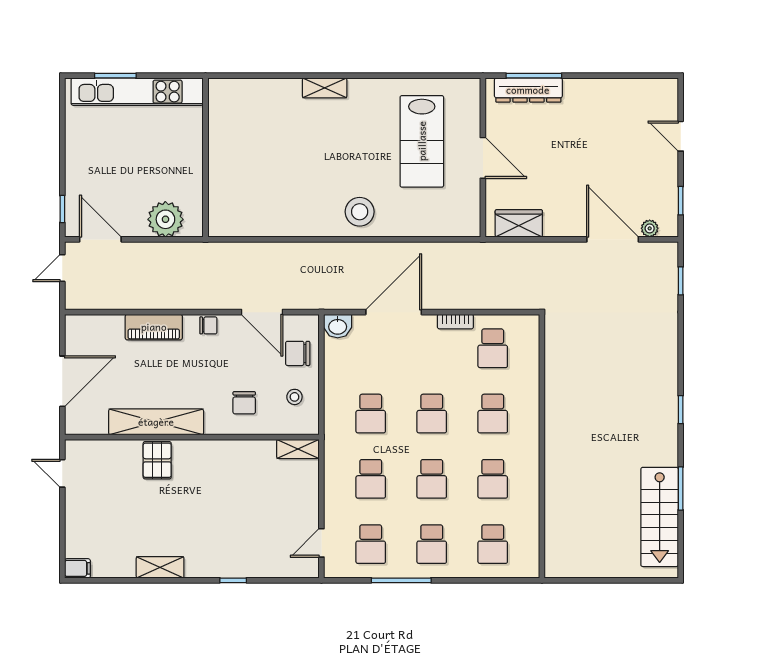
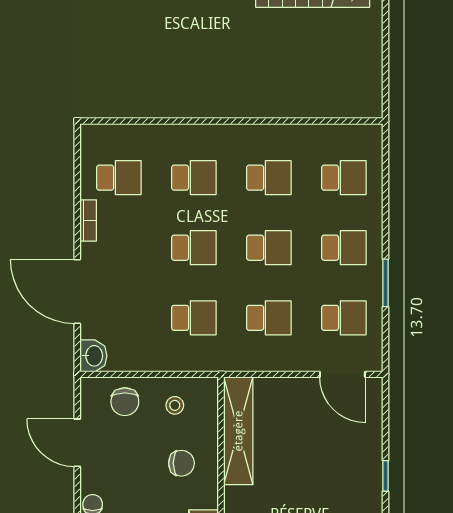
door: (262, 312) -> (77, 443), swing flipped
shelving: (298, 449) -> (238, 431), width x2.20, depth x1.33
door: (321, 543) -> (342, 374), width x1.38
window: (401, 580) -> (385, 283), width x0.69

